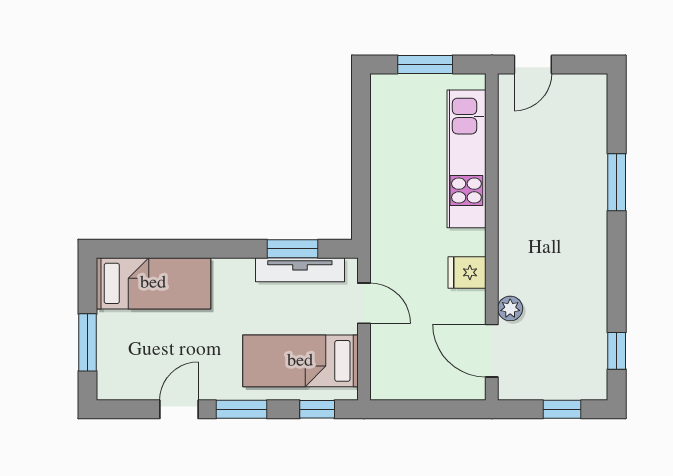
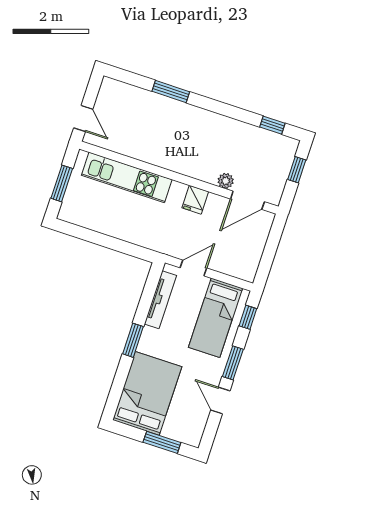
window: (293, 249) -> (133, 340), moved
bed: (153, 283) -> (147, 393), width x1.50

